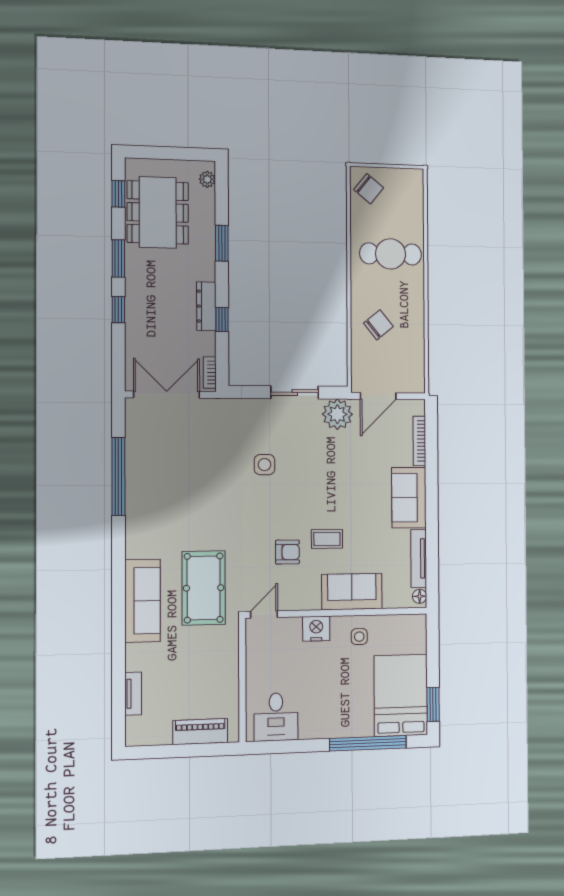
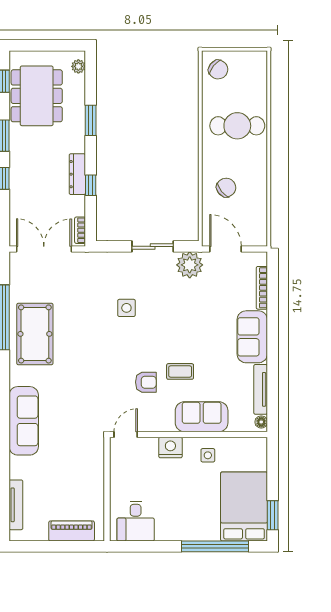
door: (378, 396) -> (226, 249), swing flipped
pool table: (204, 588) -> (35, 334), moved
tv unit: (133, 694) -> (16, 505), width x1.41

